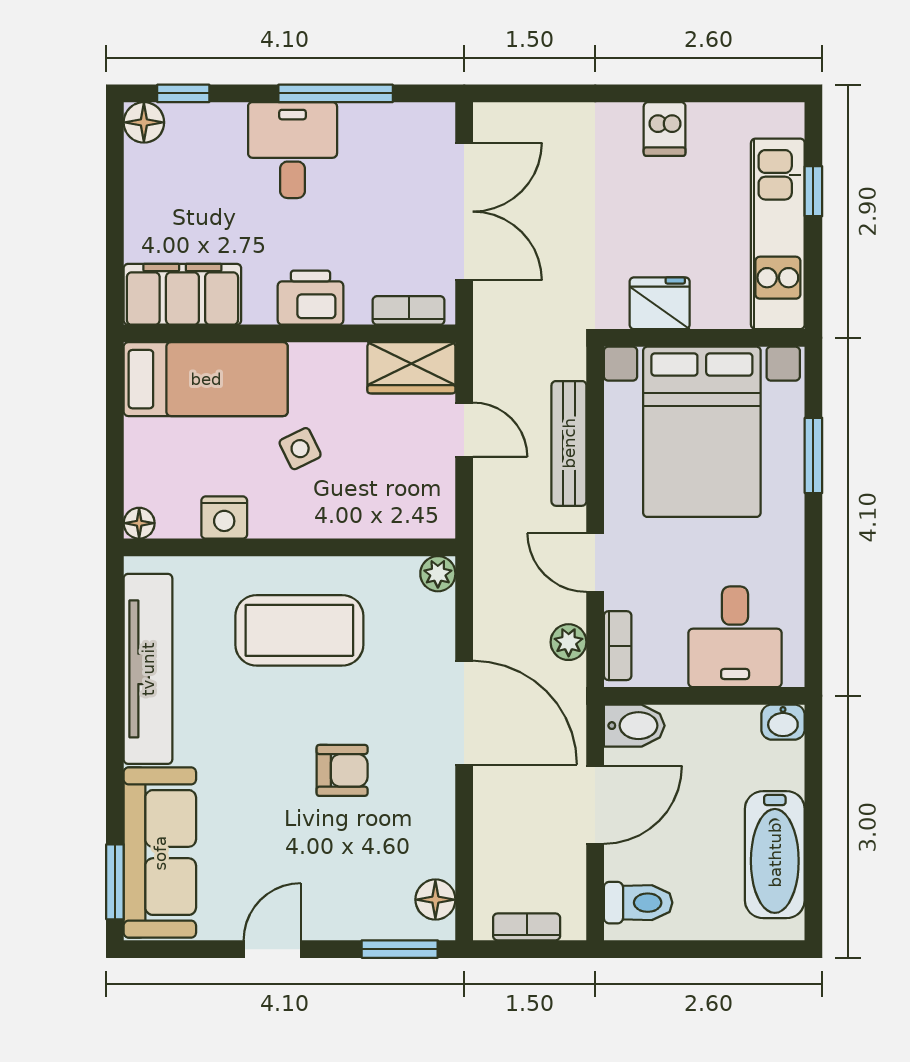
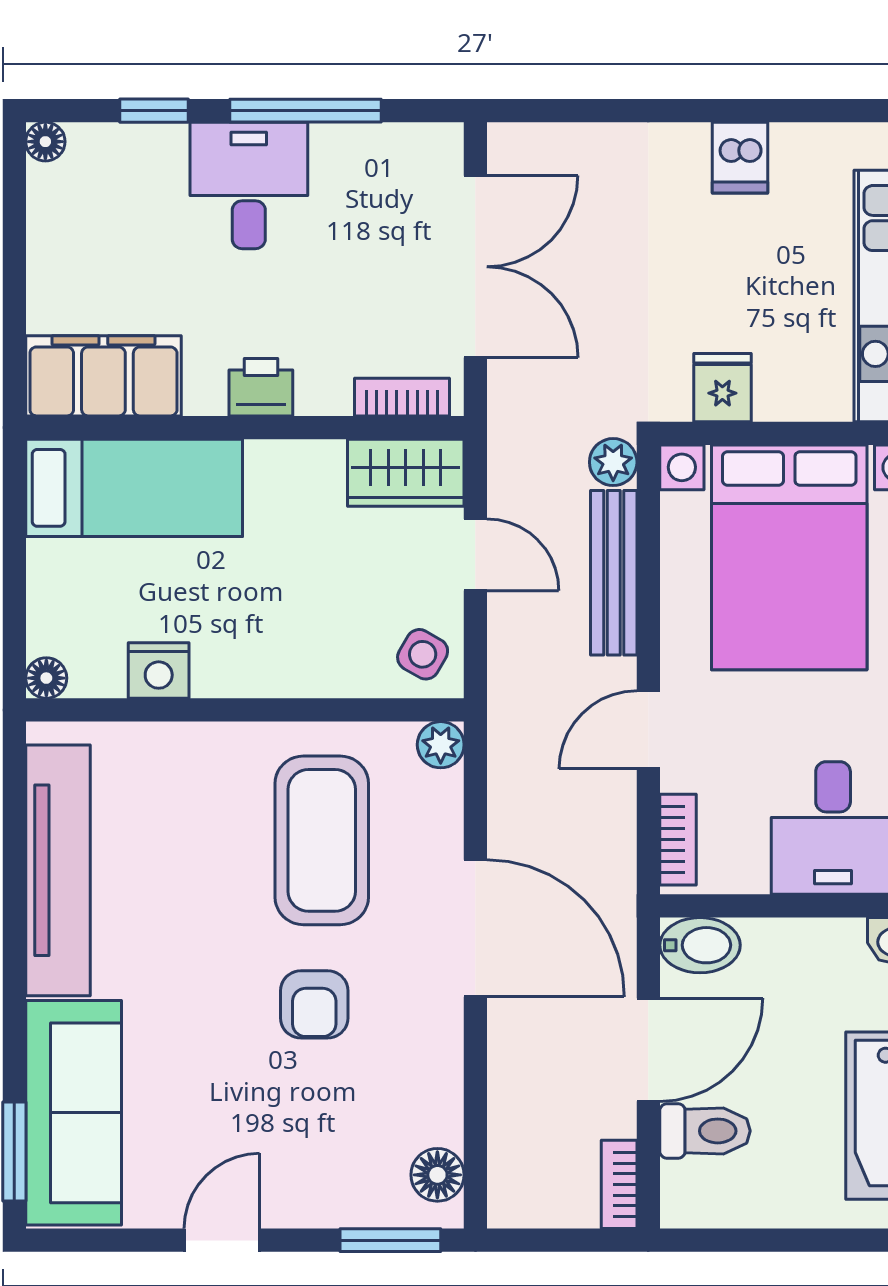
window: (183, 93) -> (154, 111), moved
floor lamp: (144, 122) -> (45, 142), width x0.73, depth x0.73
printer: (311, 298) -> (261, 387), width x0.73, depth x0.81
fridge: (660, 303) -> (722, 388), width x0.72
side table: (300, 449) -> (423, 654), moved, turned -34
door: (595, 562) -> (648, 730), hinge flipped
coffee table: (299, 630) -> (322, 840), moved, turned 90
plant: (569, 642) -> (613, 462), moved
armchair: (342, 770) -> (314, 1004), turned 90
toilet: (638, 903) -> (705, 1131), moved
bookcase: (527, 927) -> (619, 1184), moved, turned -90

